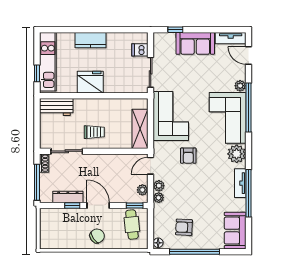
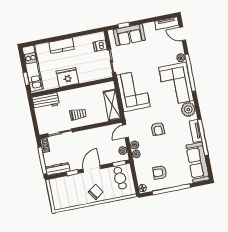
sofa: (195, 43) -> (129, 35), moved
armchair: (188, 156) -> (158, 129), moved
dresser: (68, 197) -> (58, 169), moved
door: (98, 205) -> (92, 169), hinge flipped
sofa: (235, 231) -> (198, 162), width x1.36

